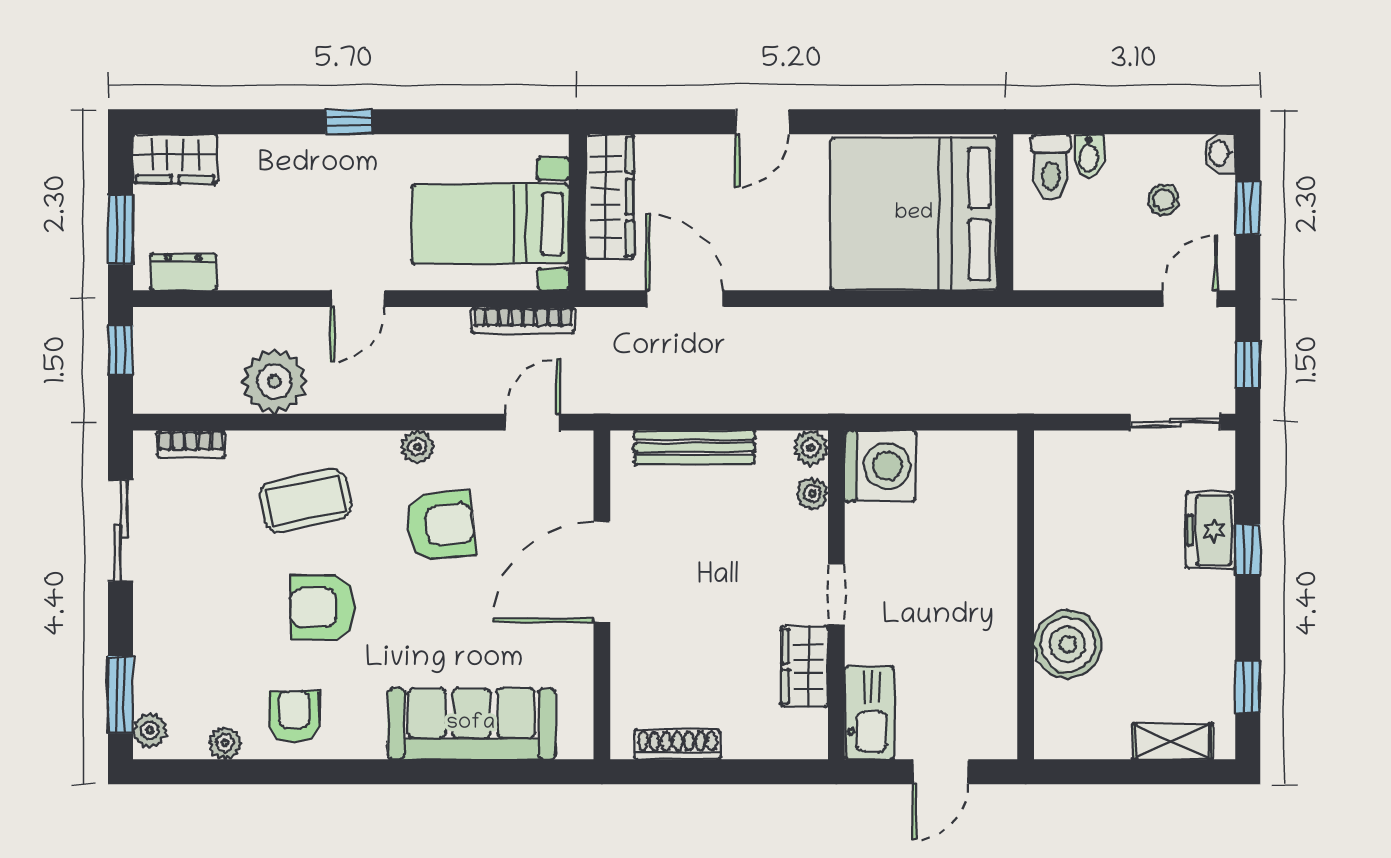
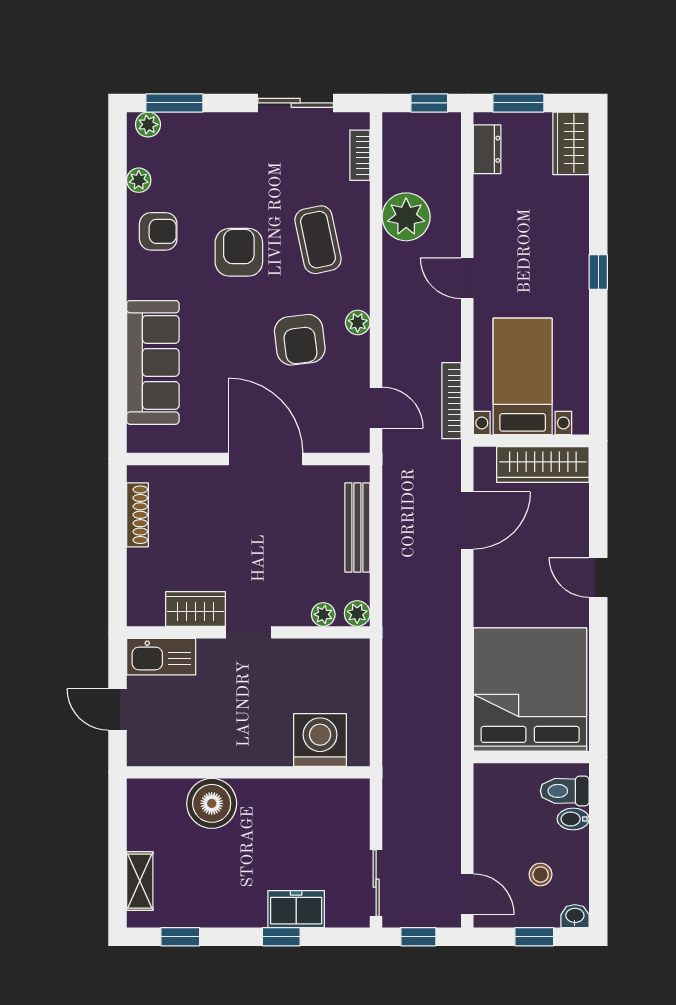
washing machine: (880, 466) -> (320, 740), moved, turned 180

